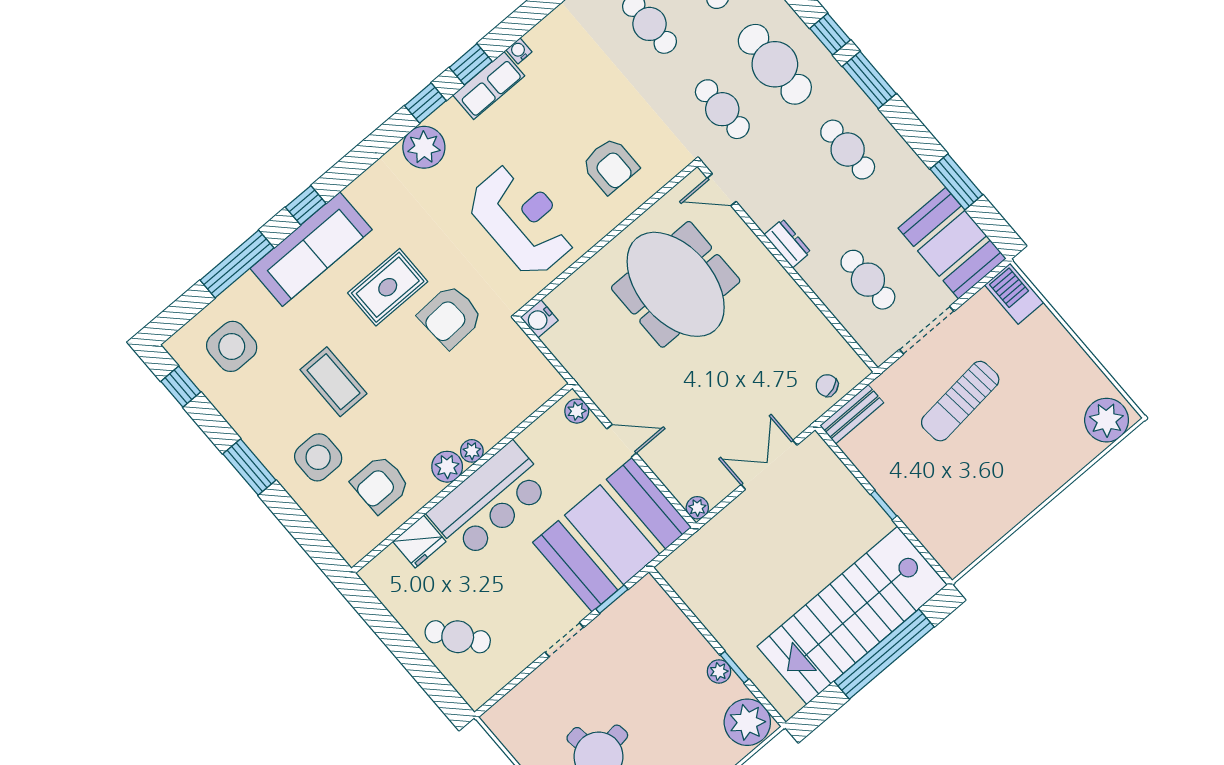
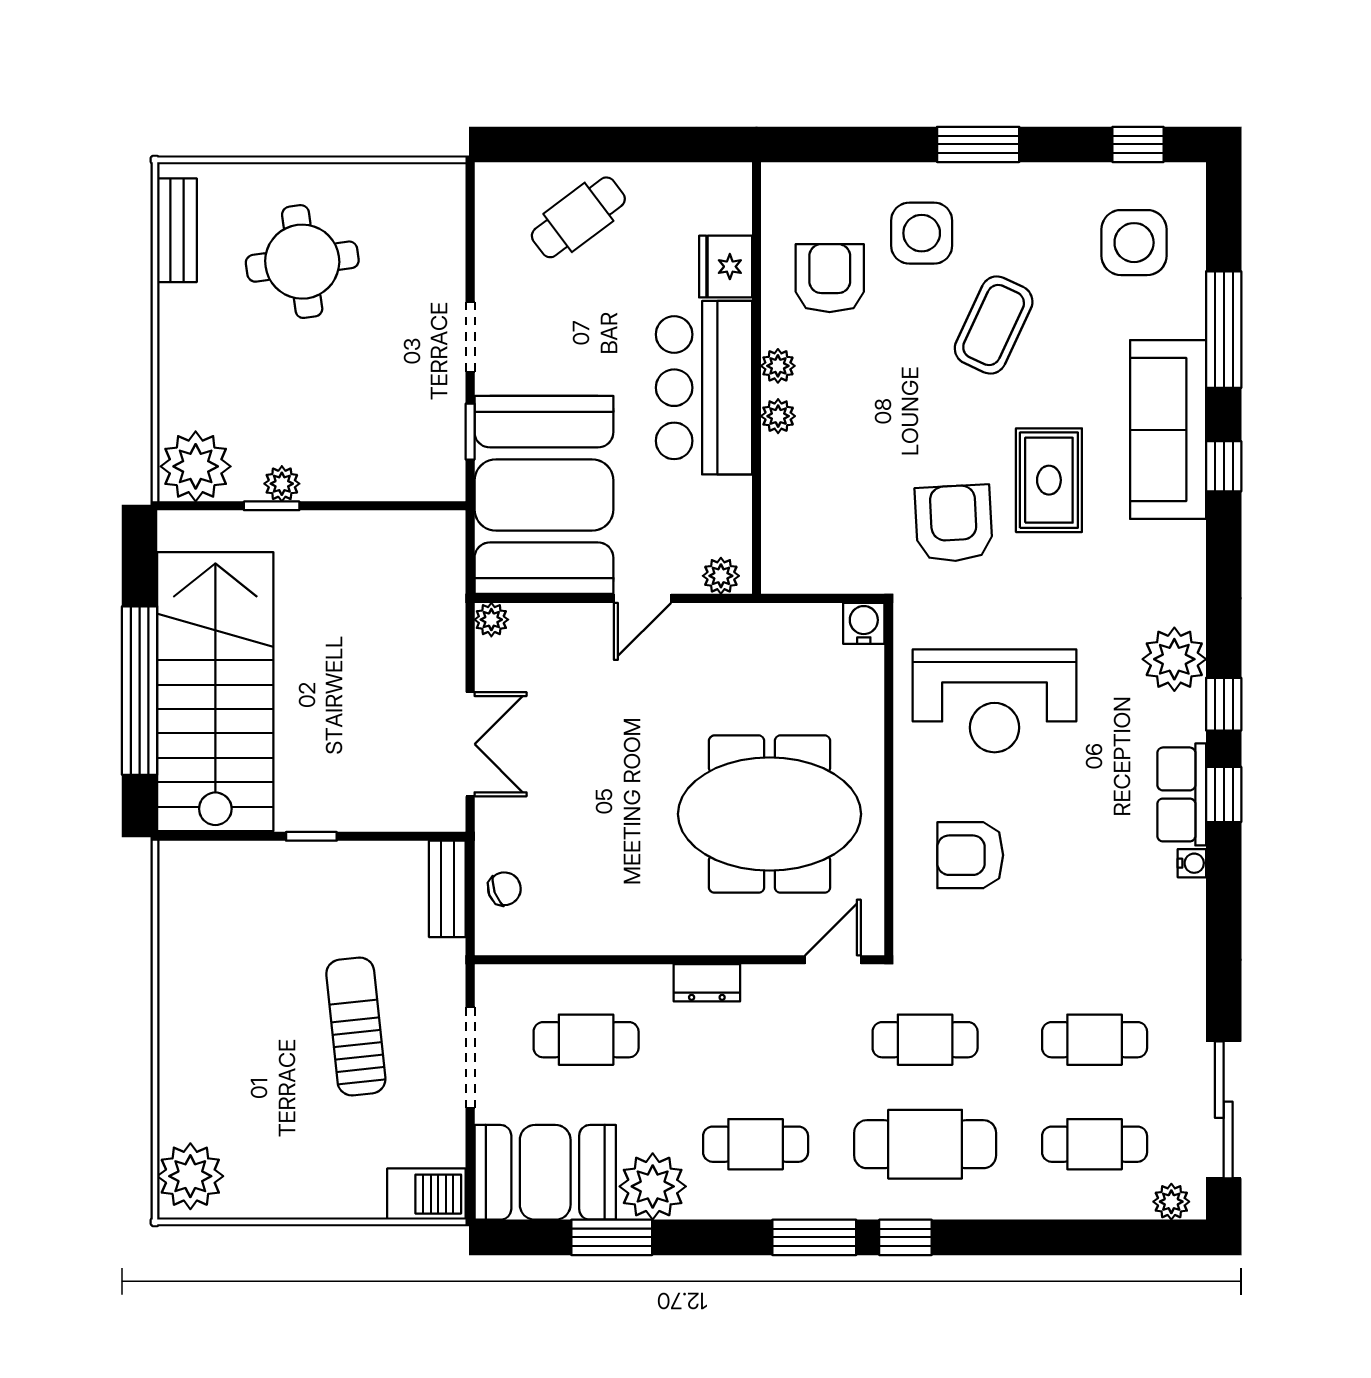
plant: (913, 183) -> (653, 1186), added
coffee table: (333, 382) -> (994, 325), turned -65
plant: (447, 467) -> (778, 366), width x0.73, depth x0.73

